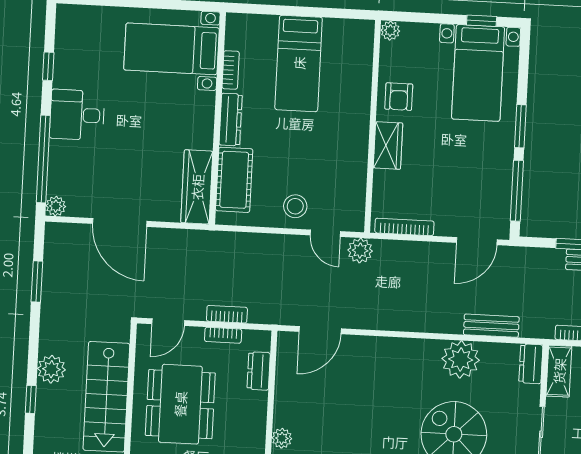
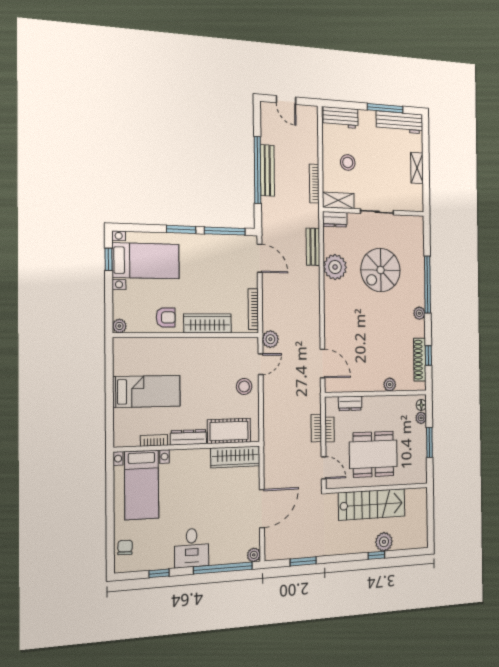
chair: (89, 21) -> (125, 547), added
wardrobe: (388, 145) -> (208, 323), width x1.50
plant: (51, 369) -> (384, 542), moved

